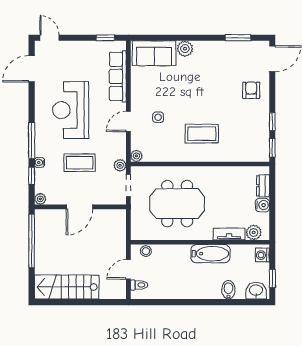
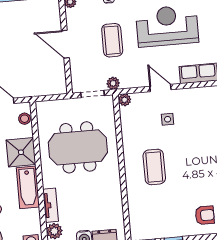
meeting table: (177, 204) -> (78, 147), turned 90
shower: (177, 257) -> (21, 152), added

